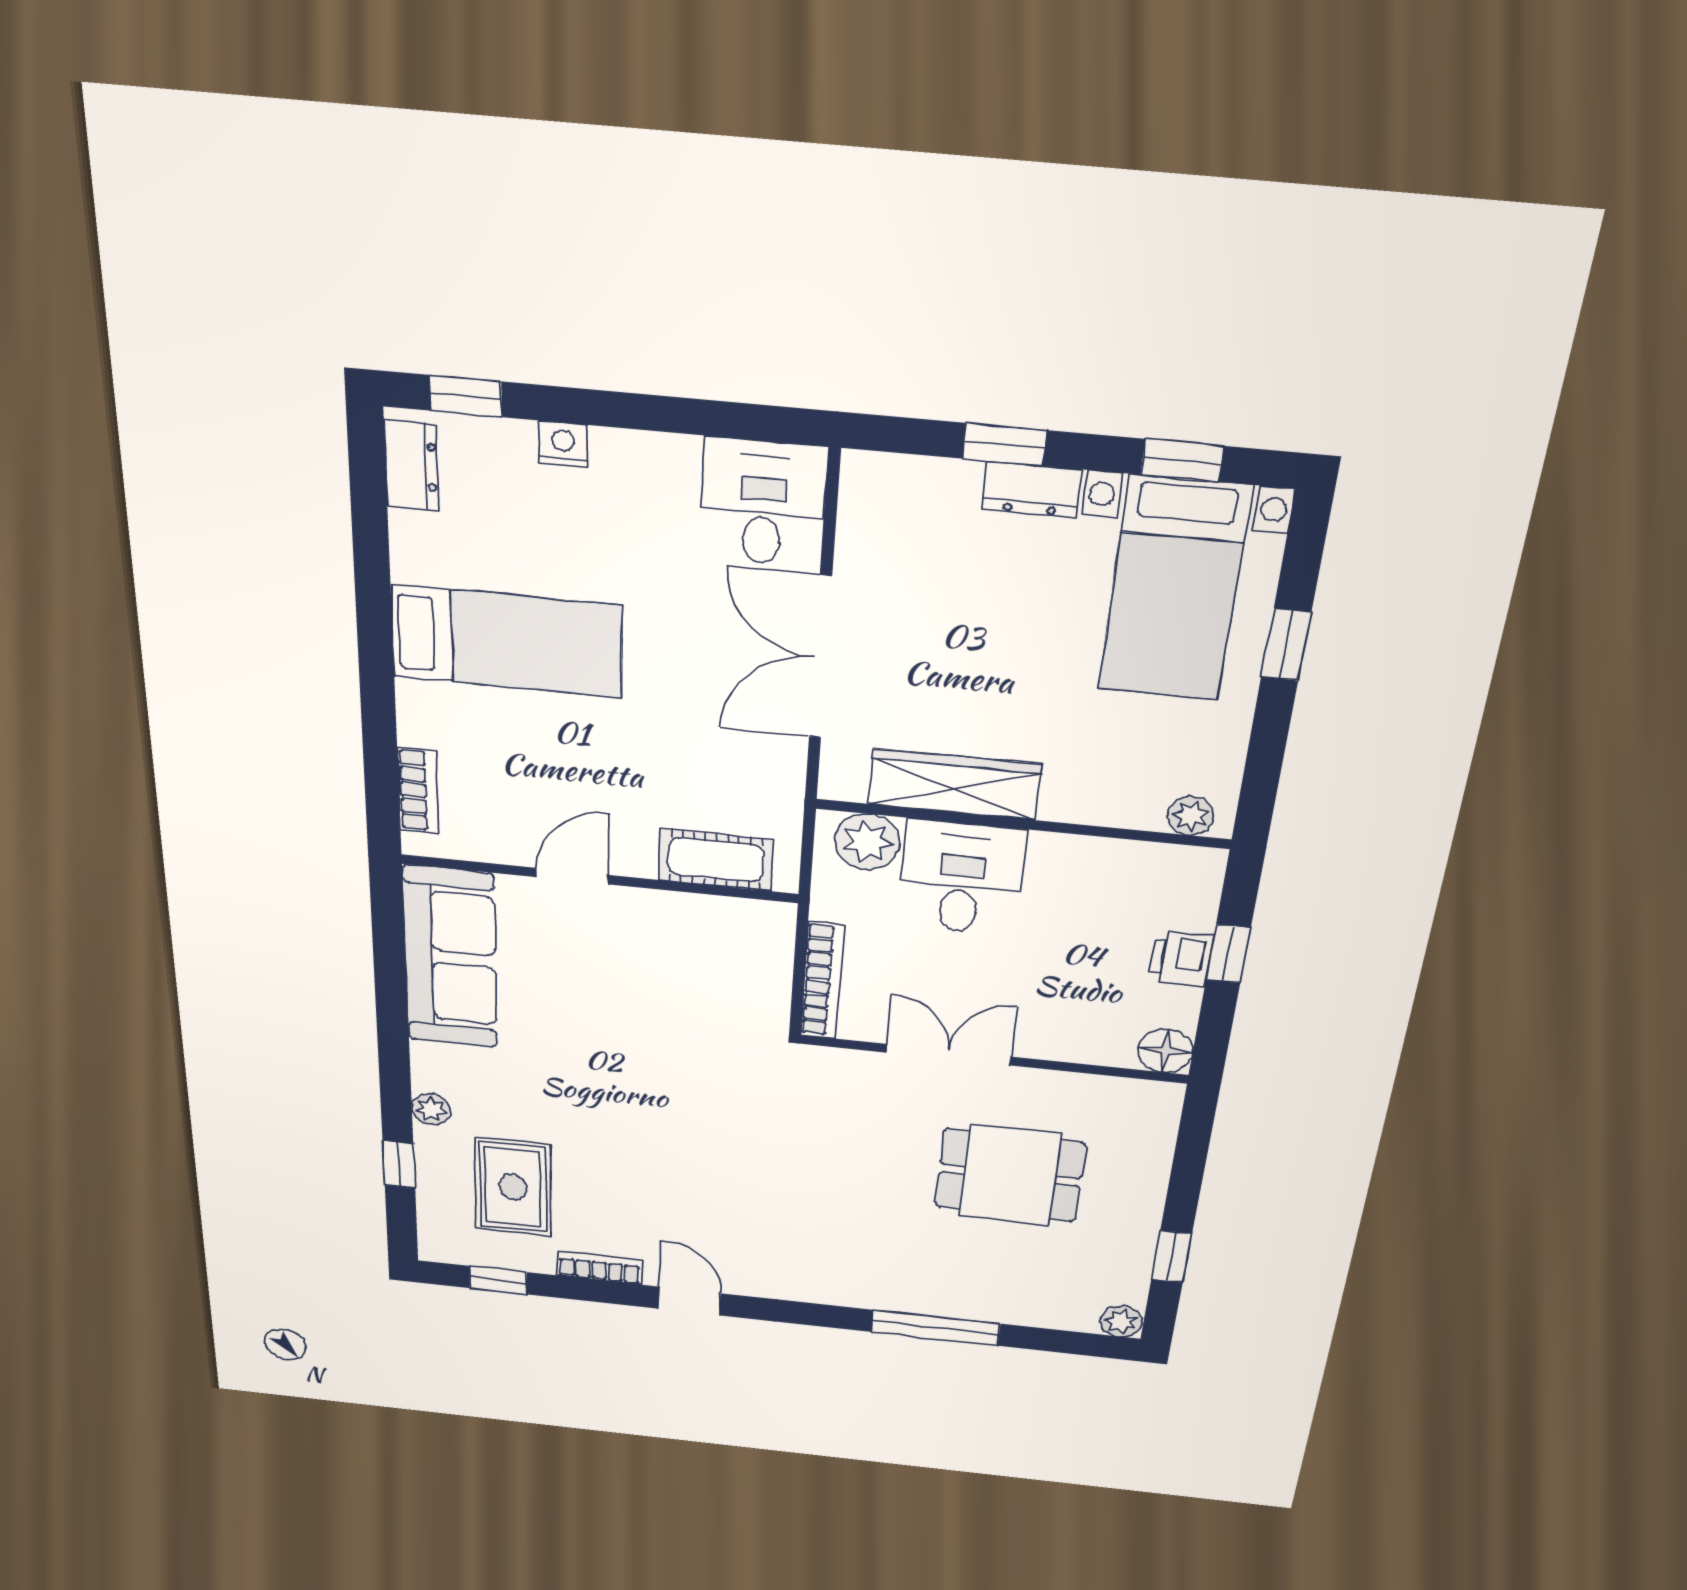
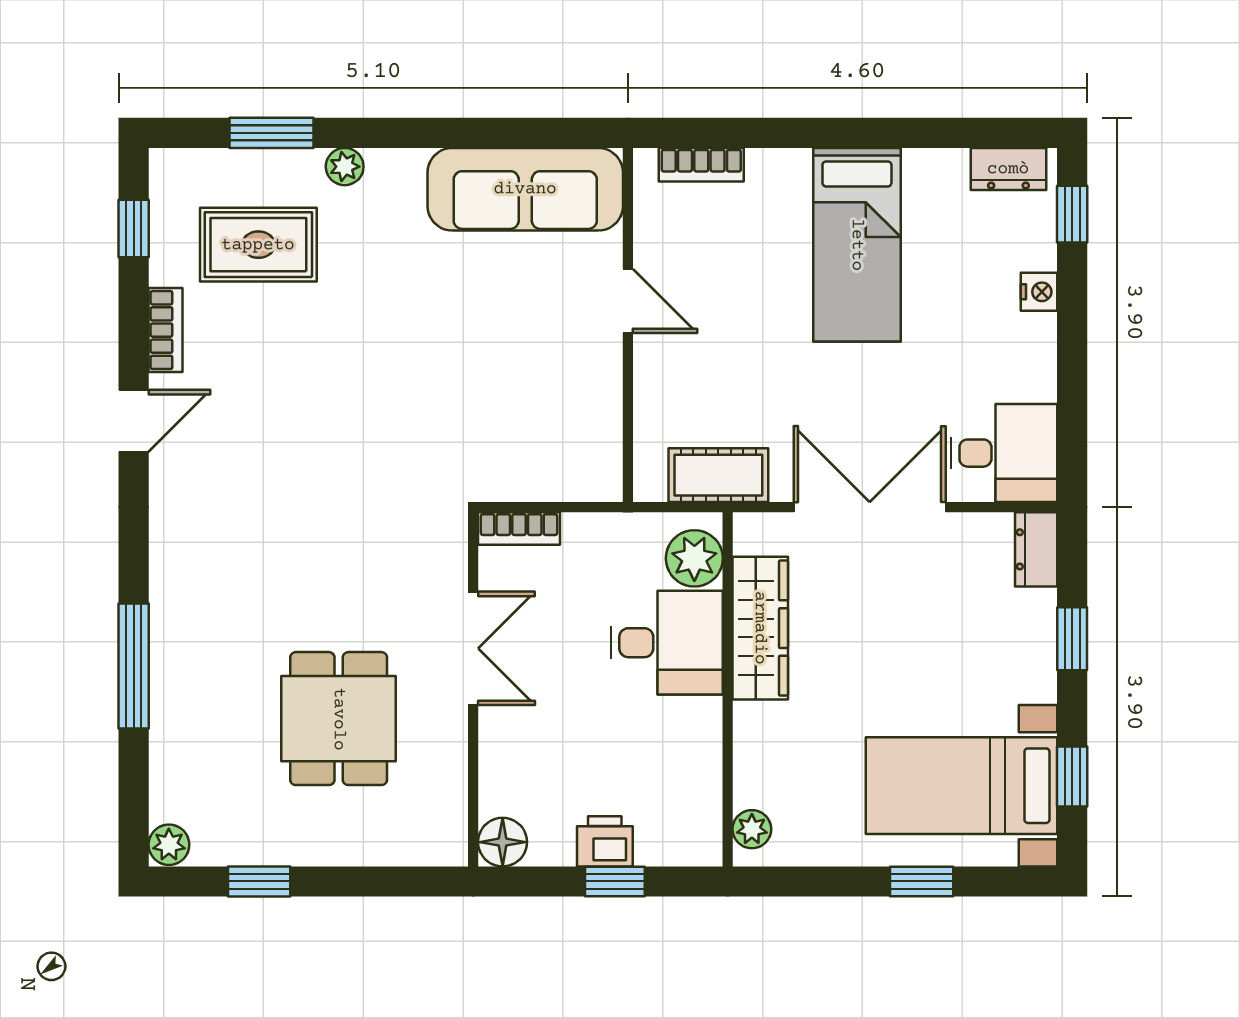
dresser: (1031, 490) -> (1036, 549), moved
cot: (716, 860) -> (718, 475), moved, turned 90
bookcase: (822, 980) -> (519, 528), width x0.64
window: (399, 1164) -> (272, 133), width x1.50

